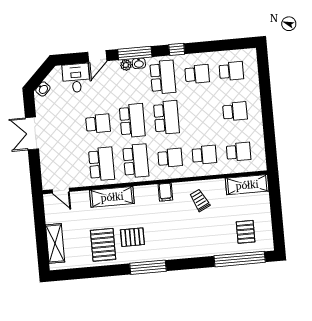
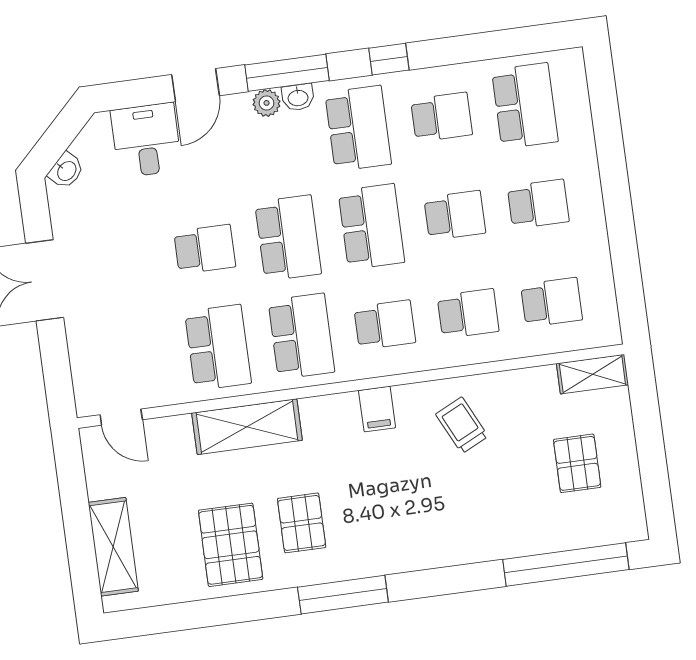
school desk: (231, 71) -> (525, 106), width x1.85
school desk: (201, 114) -> (455, 215), added
shelving: (247, 185) -> (592, 374), width x0.67, depth x0.75
pallet: (246, 232) -> (577, 463), moved
pallet: (132, 237) -> (302, 523), turned 90

